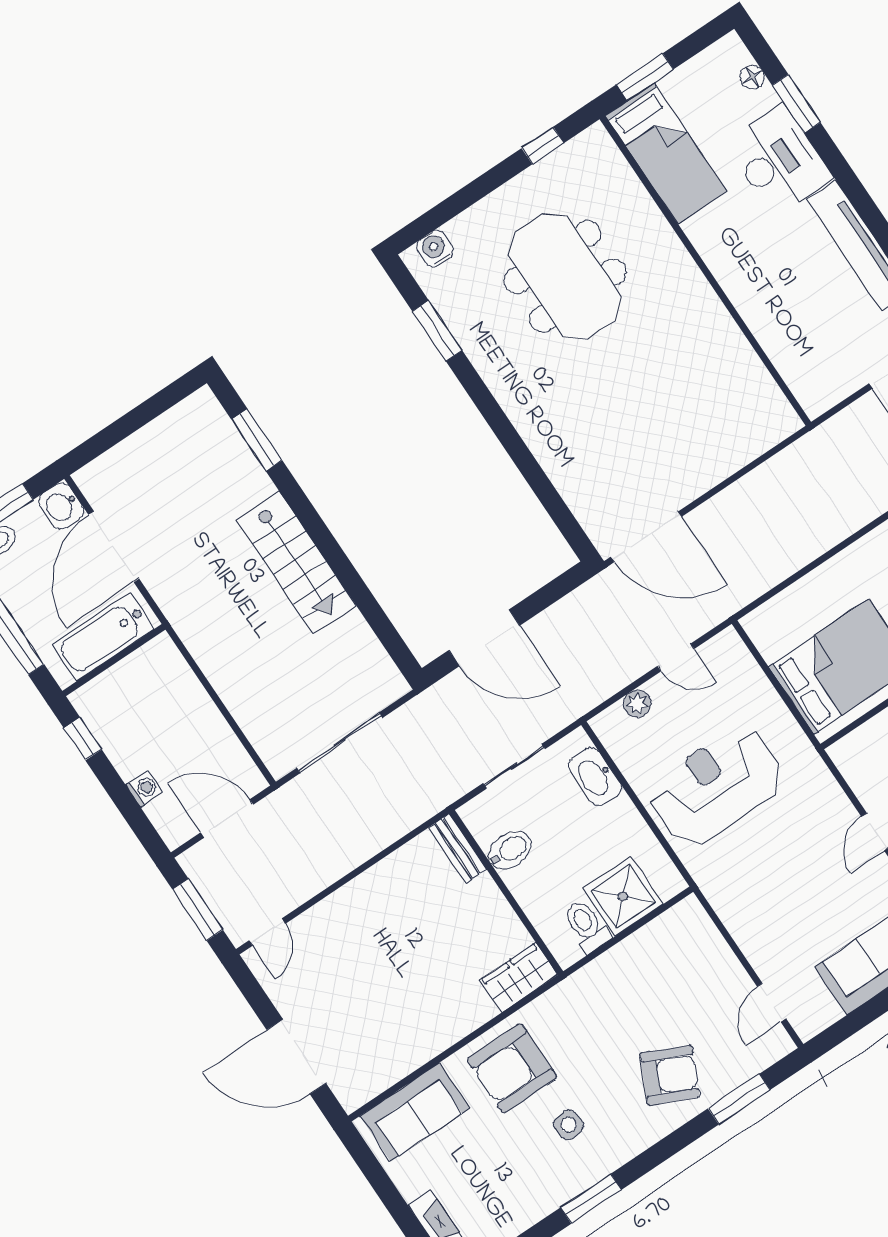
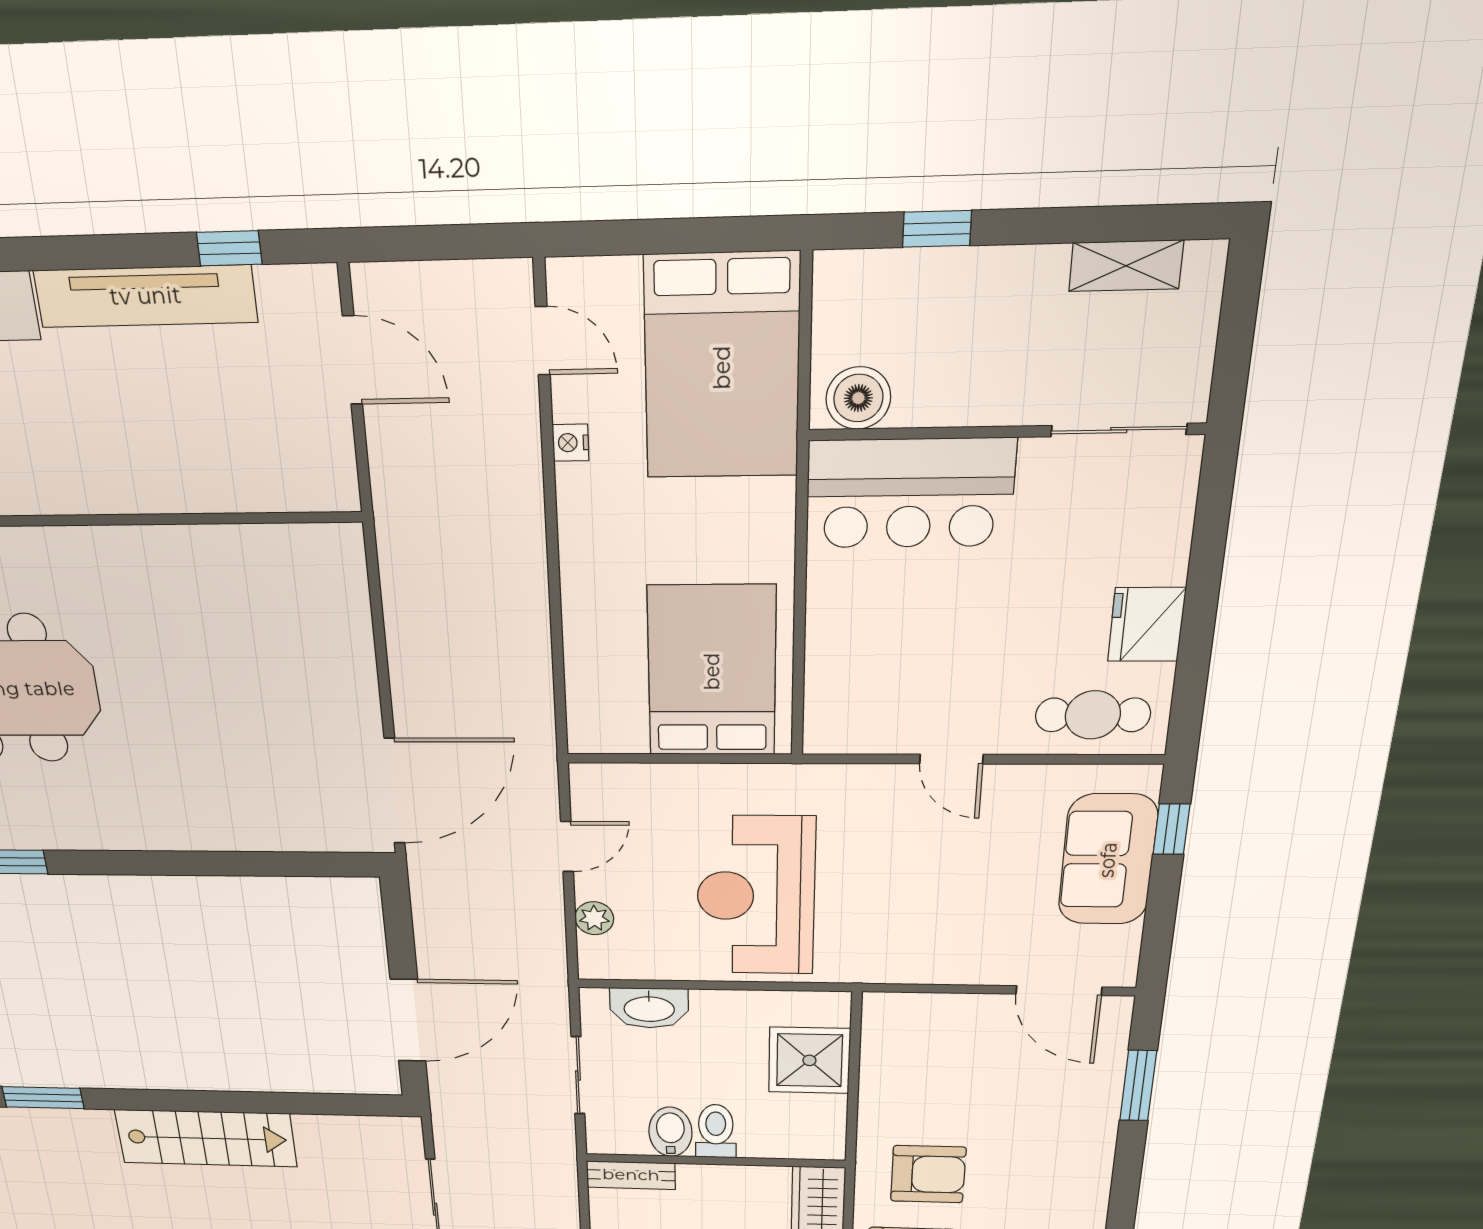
toilet: (587, 926) -> (716, 1131), moved, turned 90
door: (772, 1003) -> (1059, 991), width x1.37
armchair: (670, 1075) -> (928, 1174), moved, turned 65

